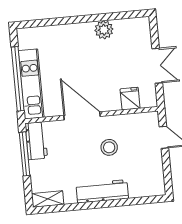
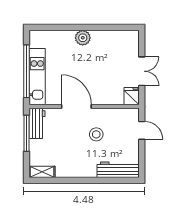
plant: (104, 30) -> (83, 38), moved
fridge: (130, 99) -> (132, 96), moved
workbench: (102, 191) -> (118, 170), moved

